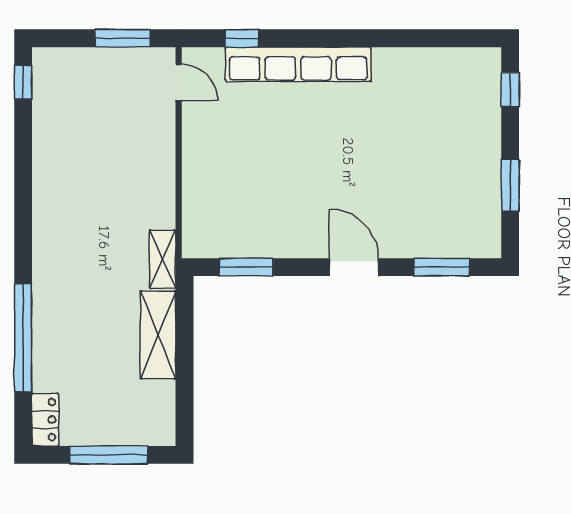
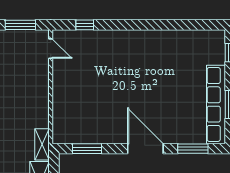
row of seats: (298, 64) -> (216, 104), moved, turned 90
door: (354, 267) -> (145, 149), width x1.36

